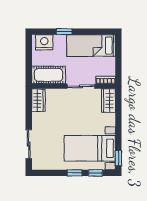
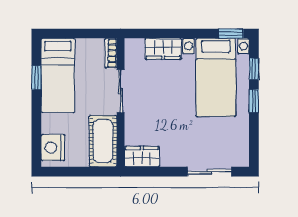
window: (64, 32) -> (36, 78), moved
wardrobe: (108, 101) -> (163, 49), moved

